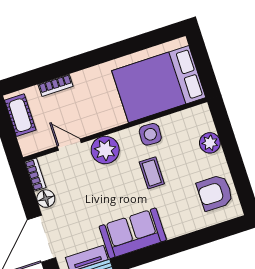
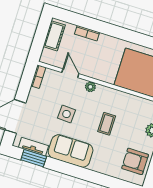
side table: (150, 134) -> (66, 114), moved
plant: (105, 150) -> (90, 87), width x0.53, depth x0.53
floor lamp: (46, 199) -> (34, 95), removed

